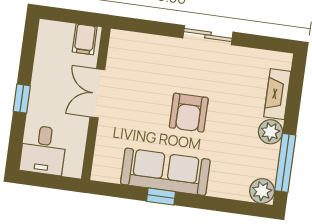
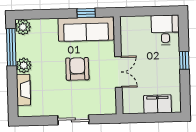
filing cabinet: (85, 39) -> (158, 104), width x2.00
double door: (97, 93) -> (118, 72), moved
wall: (96, 104) -> (118, 65), moved

